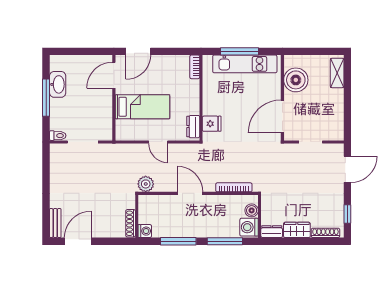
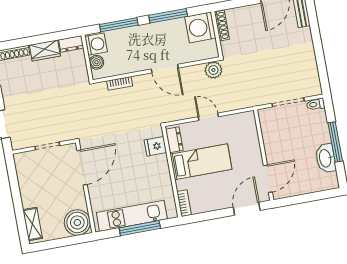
boiler: (296, 80) -> (77, 222), moved
bed: (142, 107) -> (201, 162), moved, turned 180
bookcase: (234, 187) -> (120, 83), width x0.64
washing machine: (145, 231) -> (200, 27), width x1.89, depth x1.89

